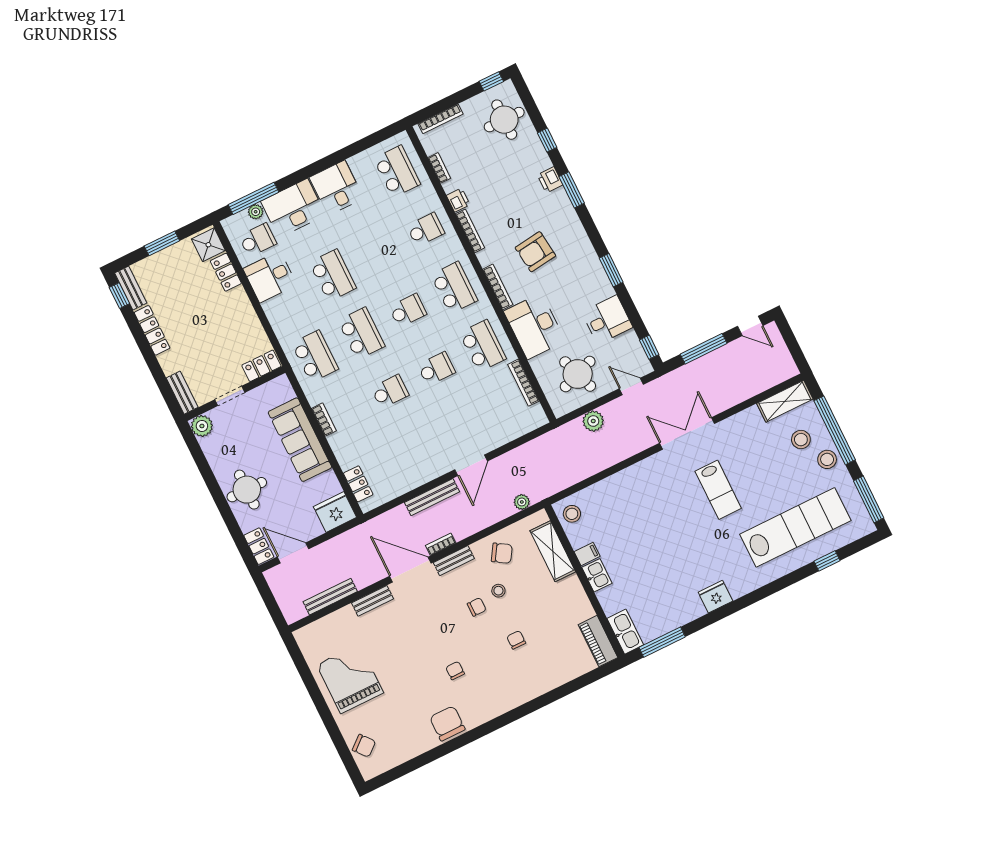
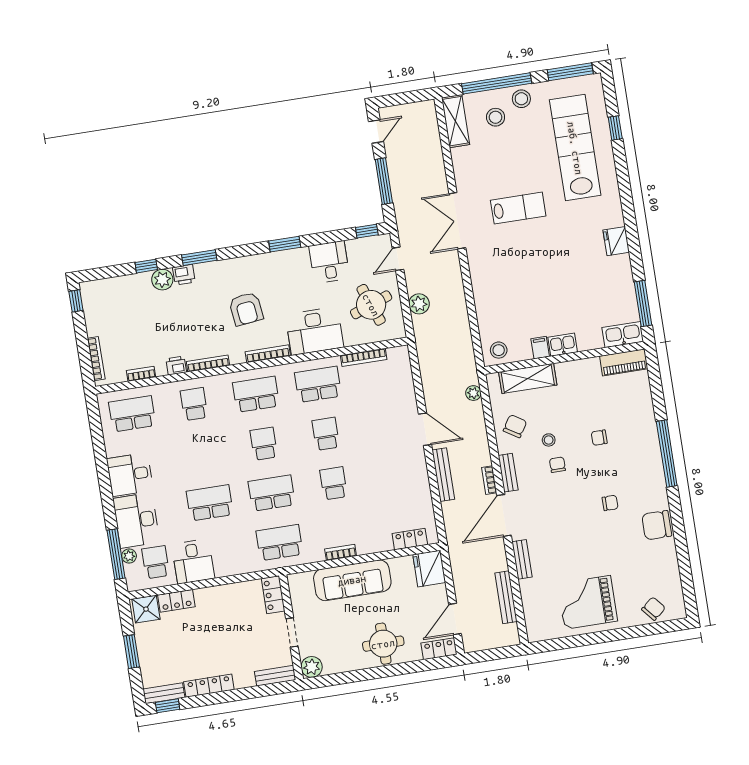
round table: (504, 120) -> (115, 300), removed
plant: (539, 160) -> (162, 280), added
chair: (455, 671) -> (610, 503), turned 180
window: (521, 711) -> (667, 453), added

